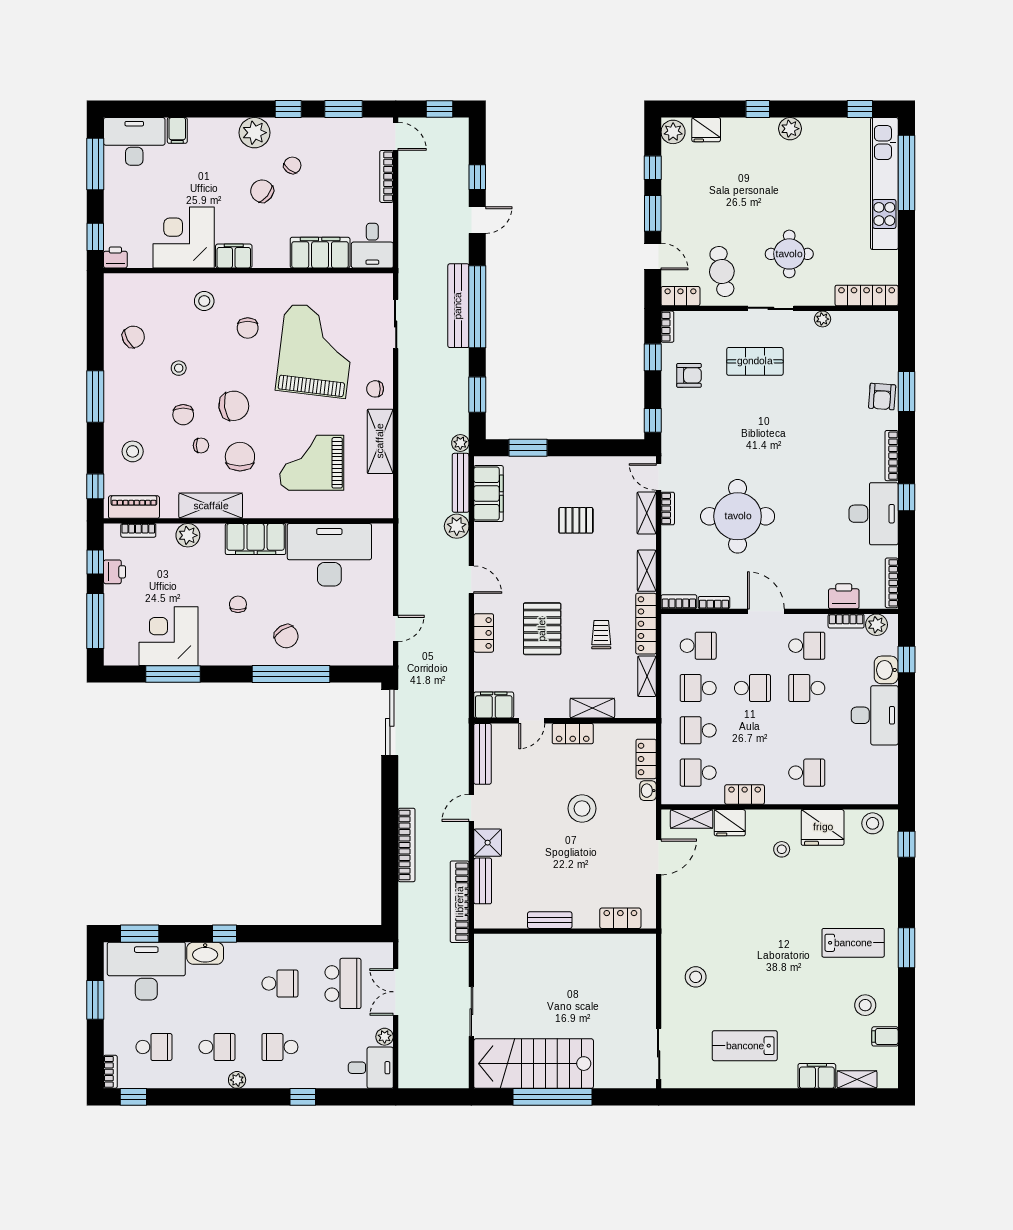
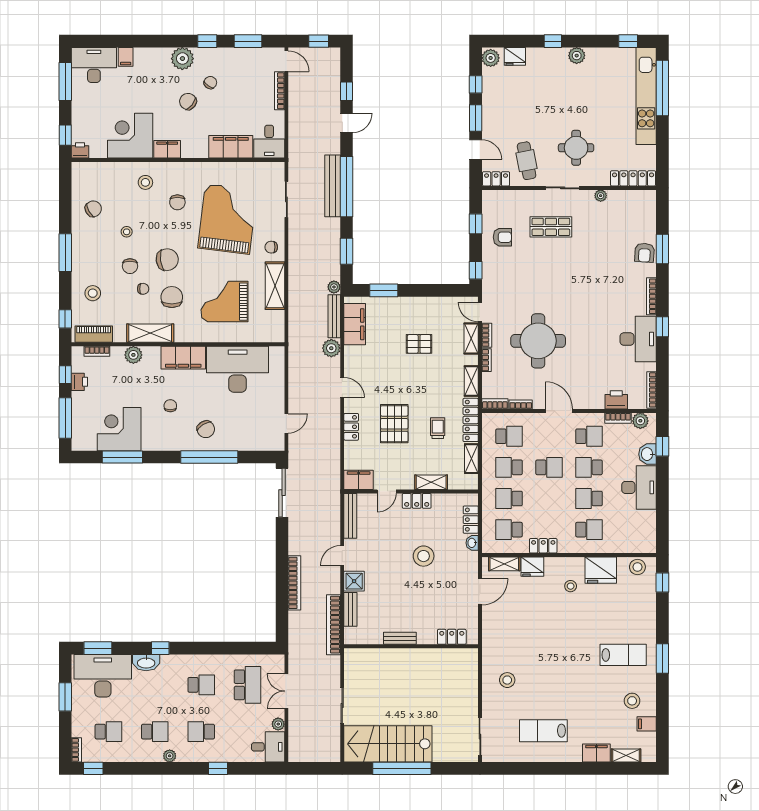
bookcase: (667, 327) -> (486, 360), moved
school desk: (807, 730) -> (589, 498), added

